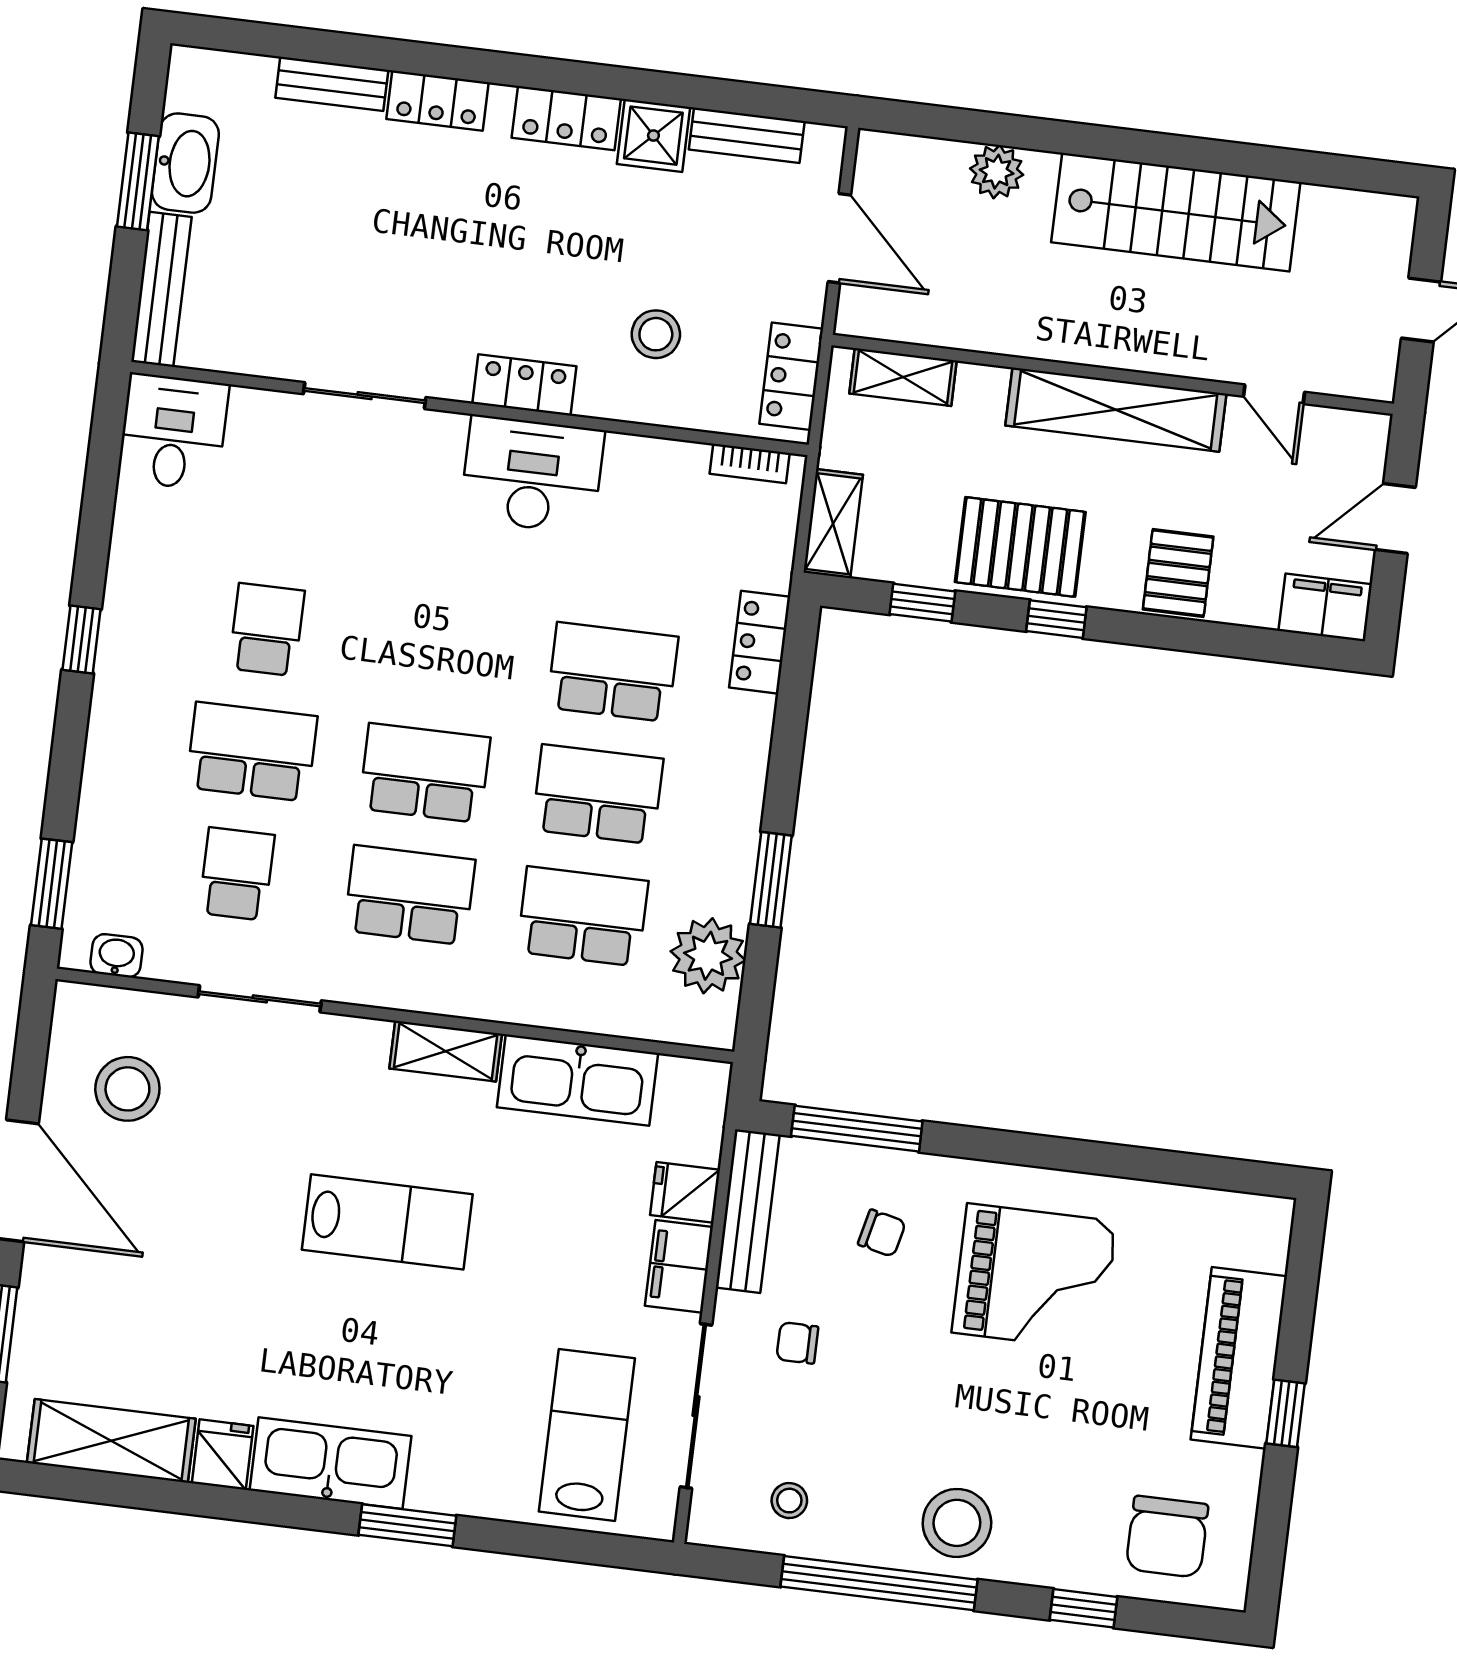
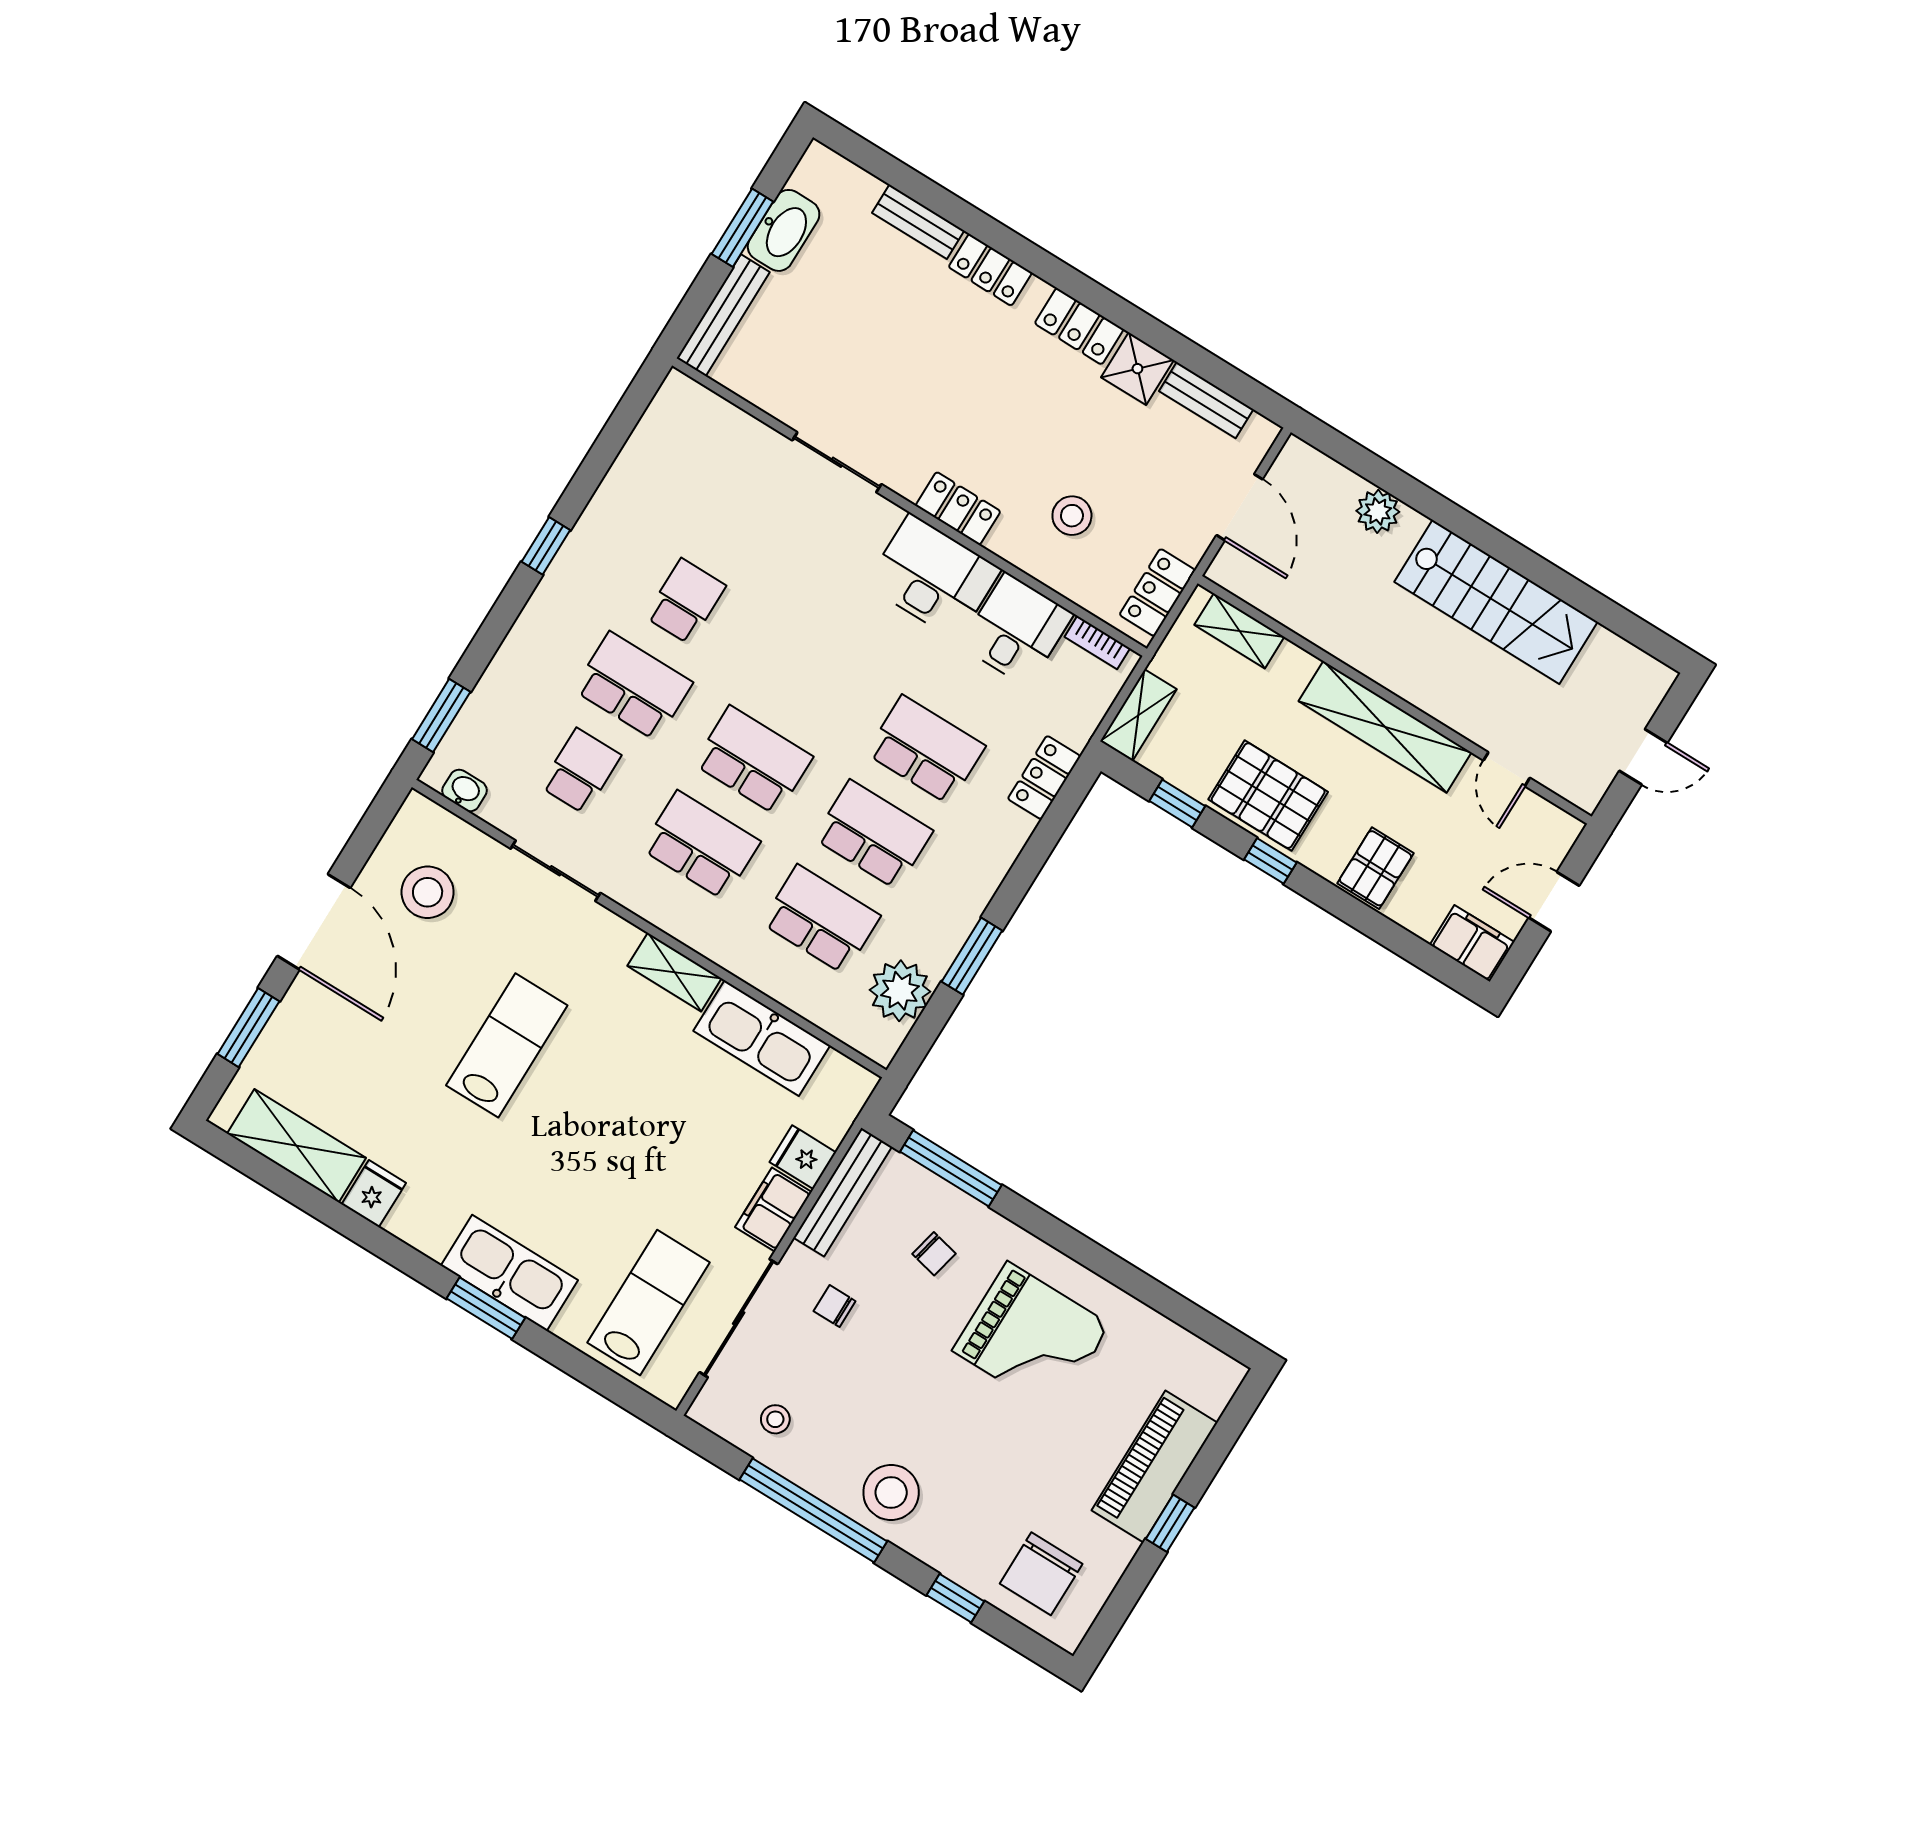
desk: (173, 432) -> (1017, 630), moved
lab bench: (387, 1222) -> (507, 1045), moved, turned -90
kitchen sink: (330, 1463) -> (509, 1273), moved

